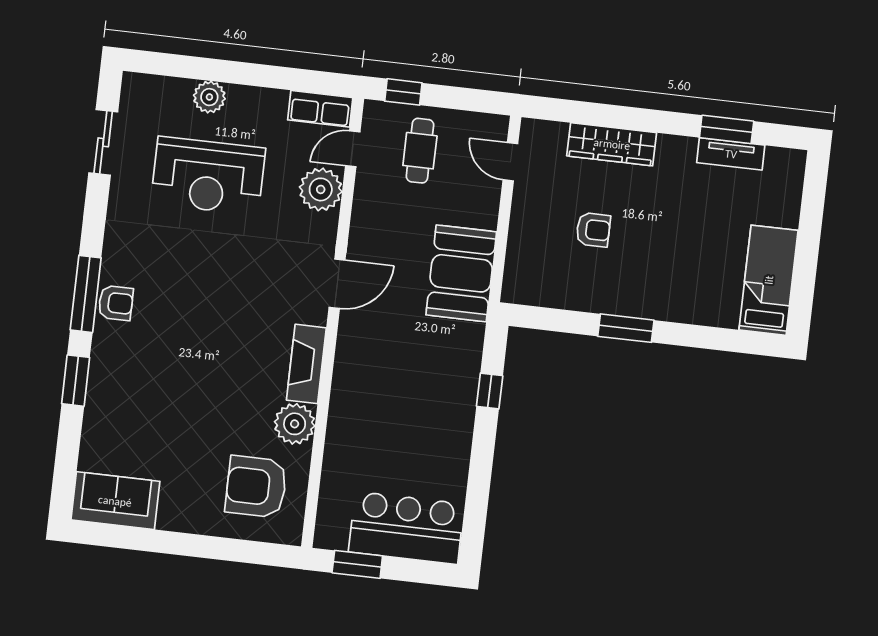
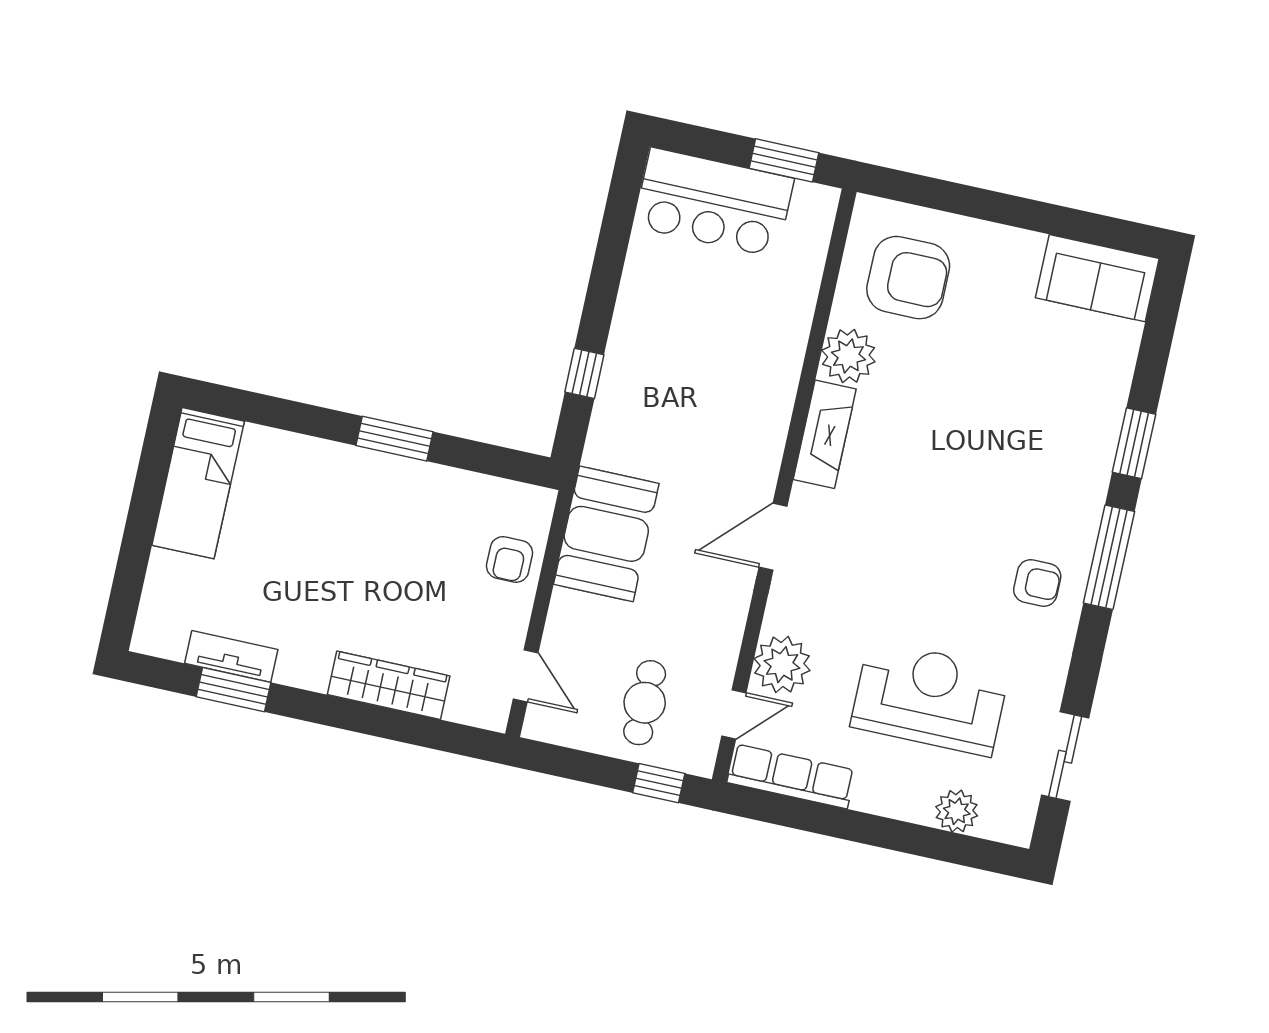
plant: (209, 97) -> (957, 811), moved
row of seats: (320, 109) -> (791, 776), width x1.48
armchair: (593, 230) -> (510, 559), moved, turned -90
armchair: (116, 303) -> (1037, 583), moved, turned 180

